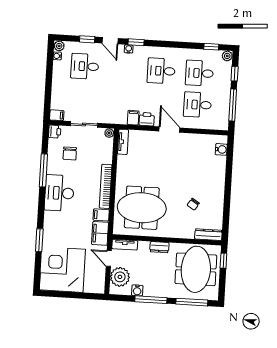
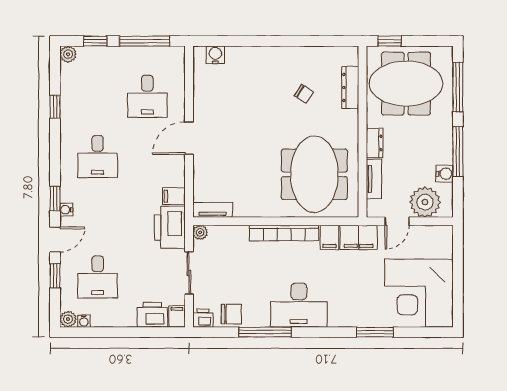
window: (211, 47) -> (55, 107), moved
desk: (199, 73) -> (98, 96), removed
printer: (59, 100) -> (152, 315), added
printer: (147, 119) -> (170, 227), moved, width x1.87, depth x1.48
chair: (70, 153) -> (231, 314), moved
dresser: (208, 235) -> (350, 87), moved
tv unit: (125, 245) -> (374, 179), moved

